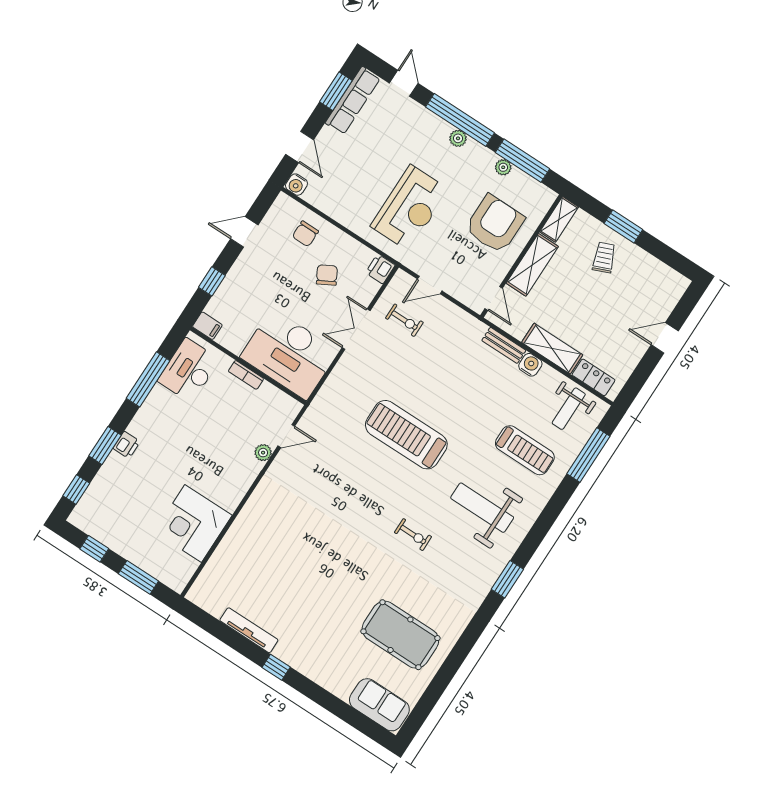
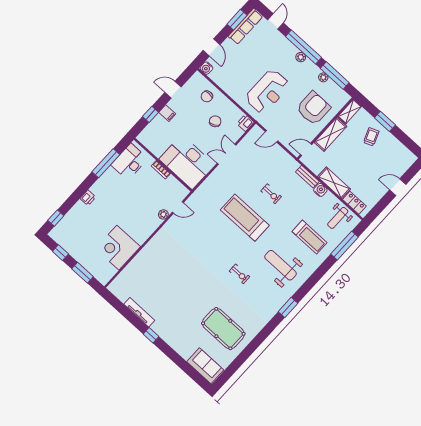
door: (494, 298) -> (306, 150), swing flipped
exercise bike: (404, 320) -> (271, 194), moved
filing cabinet: (207, 326) -> (167, 113), moved
window: (105, 445) -> (76, 196), removed

